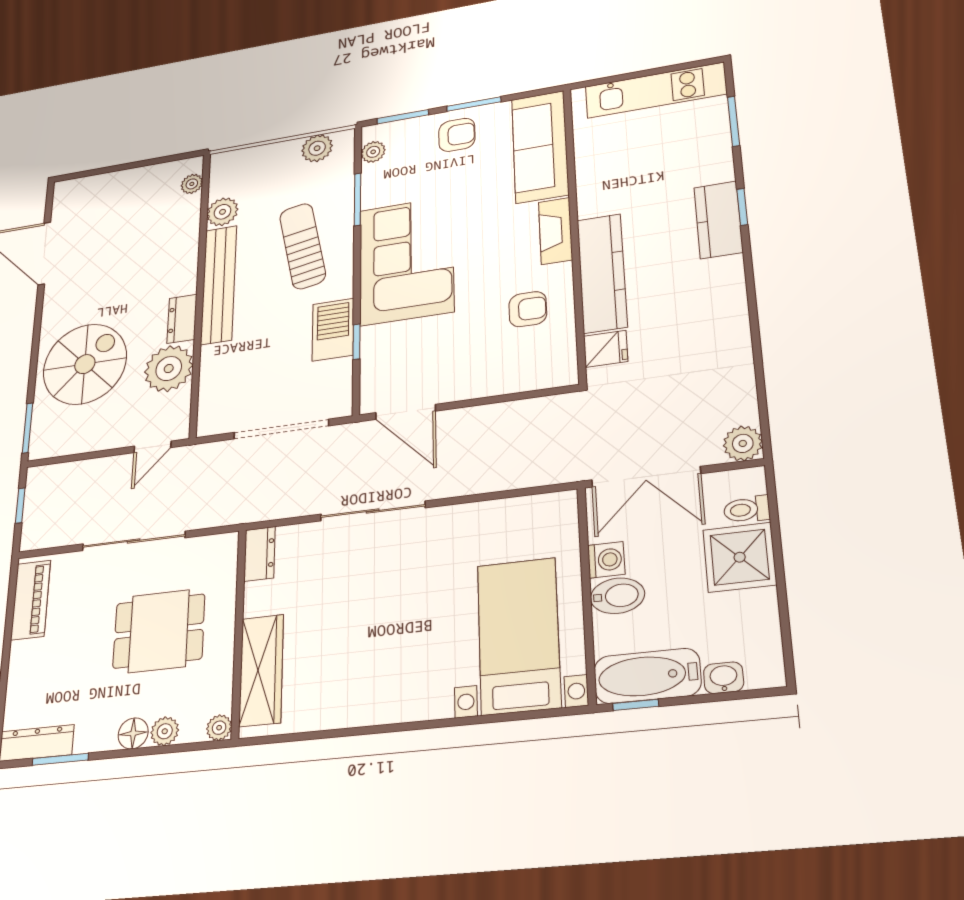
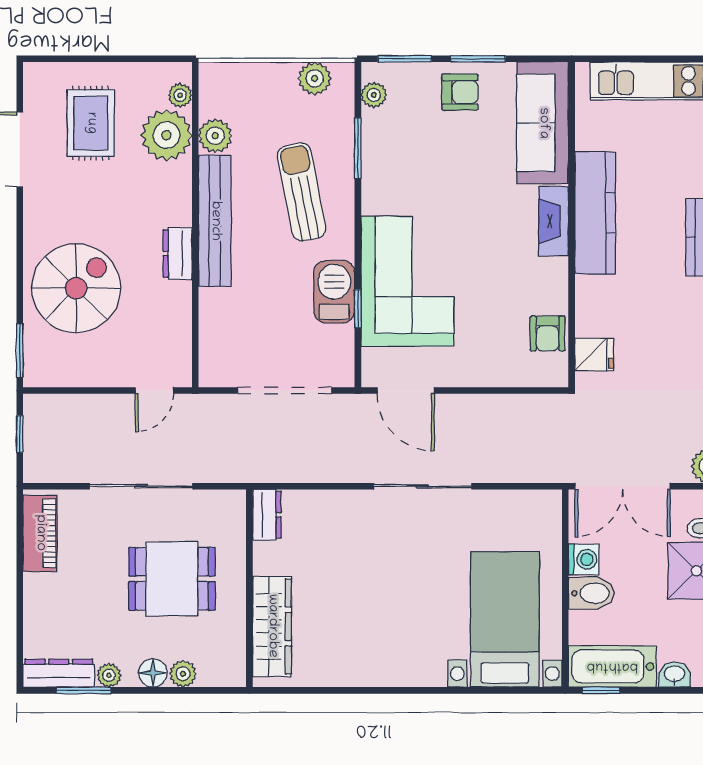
rug: (109, 221) -> (91, 123), added
corner sofa: (406, 260) -> (407, 281), moved
kitchen counter: (602, 273) -> (595, 213), moved
armchair: (528, 309) -> (547, 334), moved, turned 90
plant: (169, 369) -> (166, 135), moved
sliding door: (373, 511) -> (423, 486), moved
plant: (219, 728) -> (109, 675), moved

